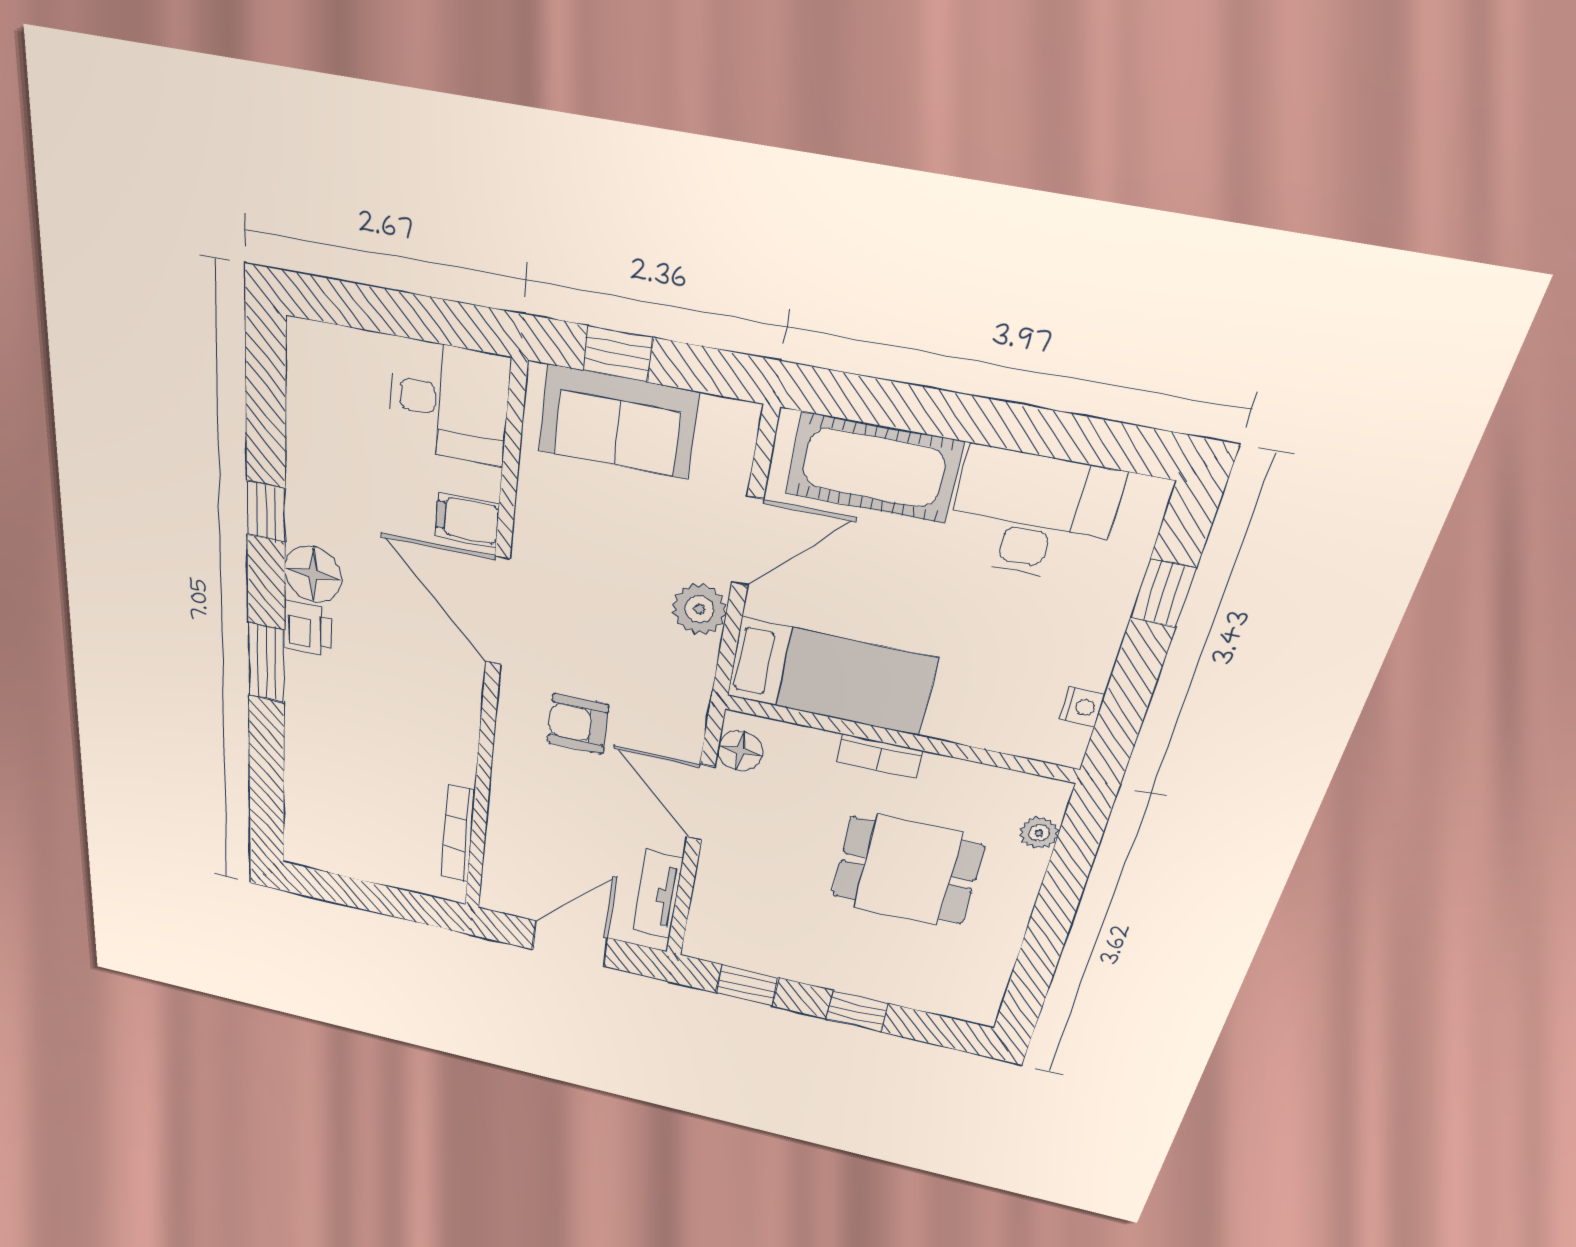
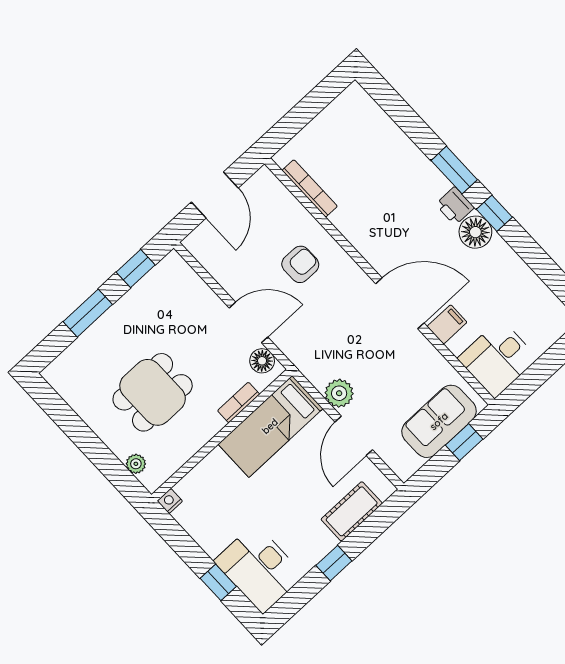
window: (992, 423) -> (334, 563), added
cot: (874, 468) -> (352, 511), width x0.73, depth x0.75
window: (266, 512) -> (494, 213), moved
desk: (1032, 515) -> (259, 568), moved, turned 90
nightstand: (1082, 707) -> (170, 501), moved, turned 90
armchair: (578, 724) -> (300, 264), moved
bookcase: (879, 756) -> (239, 402), moved
tv unit: (658, 895) -> (214, 263), removed
window: (857, 1011) -> (88, 313), width x1.50

